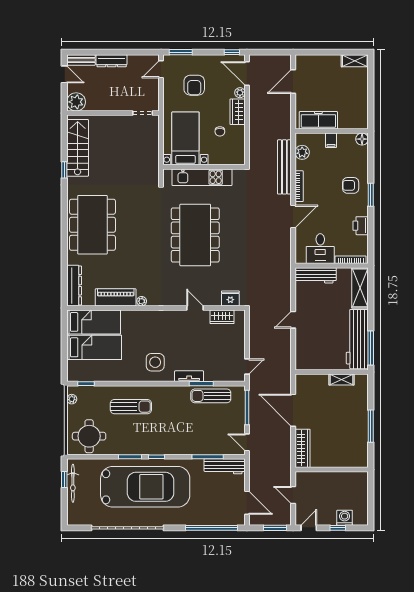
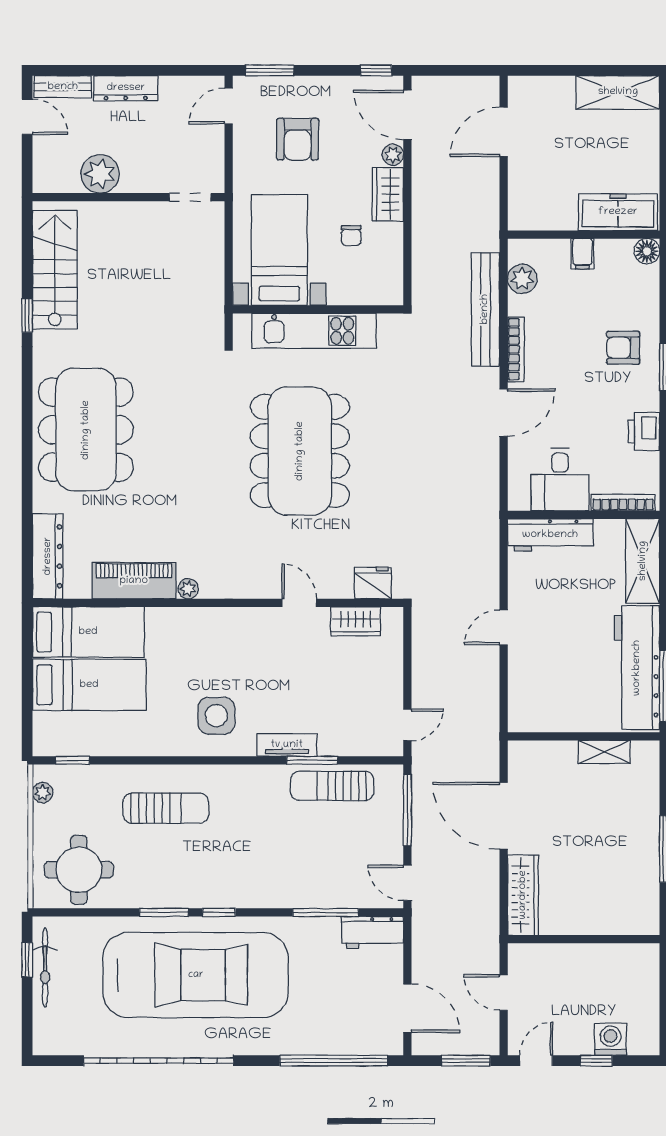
shelving: (355, 61) -> (618, 92), width x1.50, depth x1.33
plant: (76, 102) -> (100, 174), moved
freezer: (318, 120) -> (618, 212), moved
workbench: (225, 466) -> (373, 932), width x0.73

